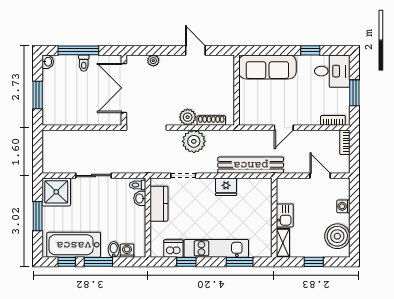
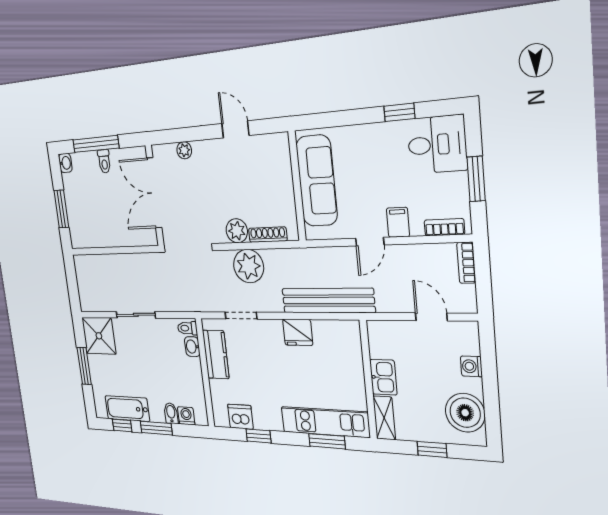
sofa: (267, 67) -> (317, 181), moved, turned -90
filing cabinet: (304, 116) -> (398, 222), added
bathtub: (74, 245) -> (127, 409), width x0.73, depth x0.73
kitchen unit: (216, 248) -> (325, 422), moved

